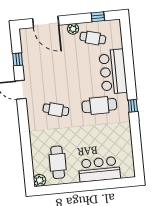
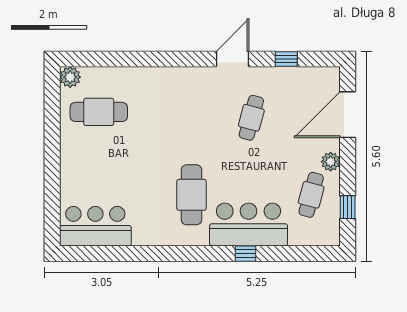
window: (133, 106) -> (246, 254), moved
cafe table: (56, 110) -> (251, 118), moved
bar counter: (99, 169) -> (95, 226), moved, turned -90

